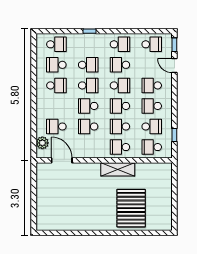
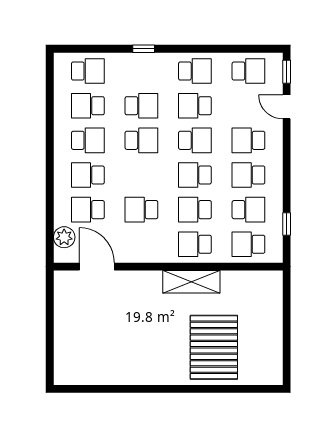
school desk: (88, 106) -> (88, 175), moved

